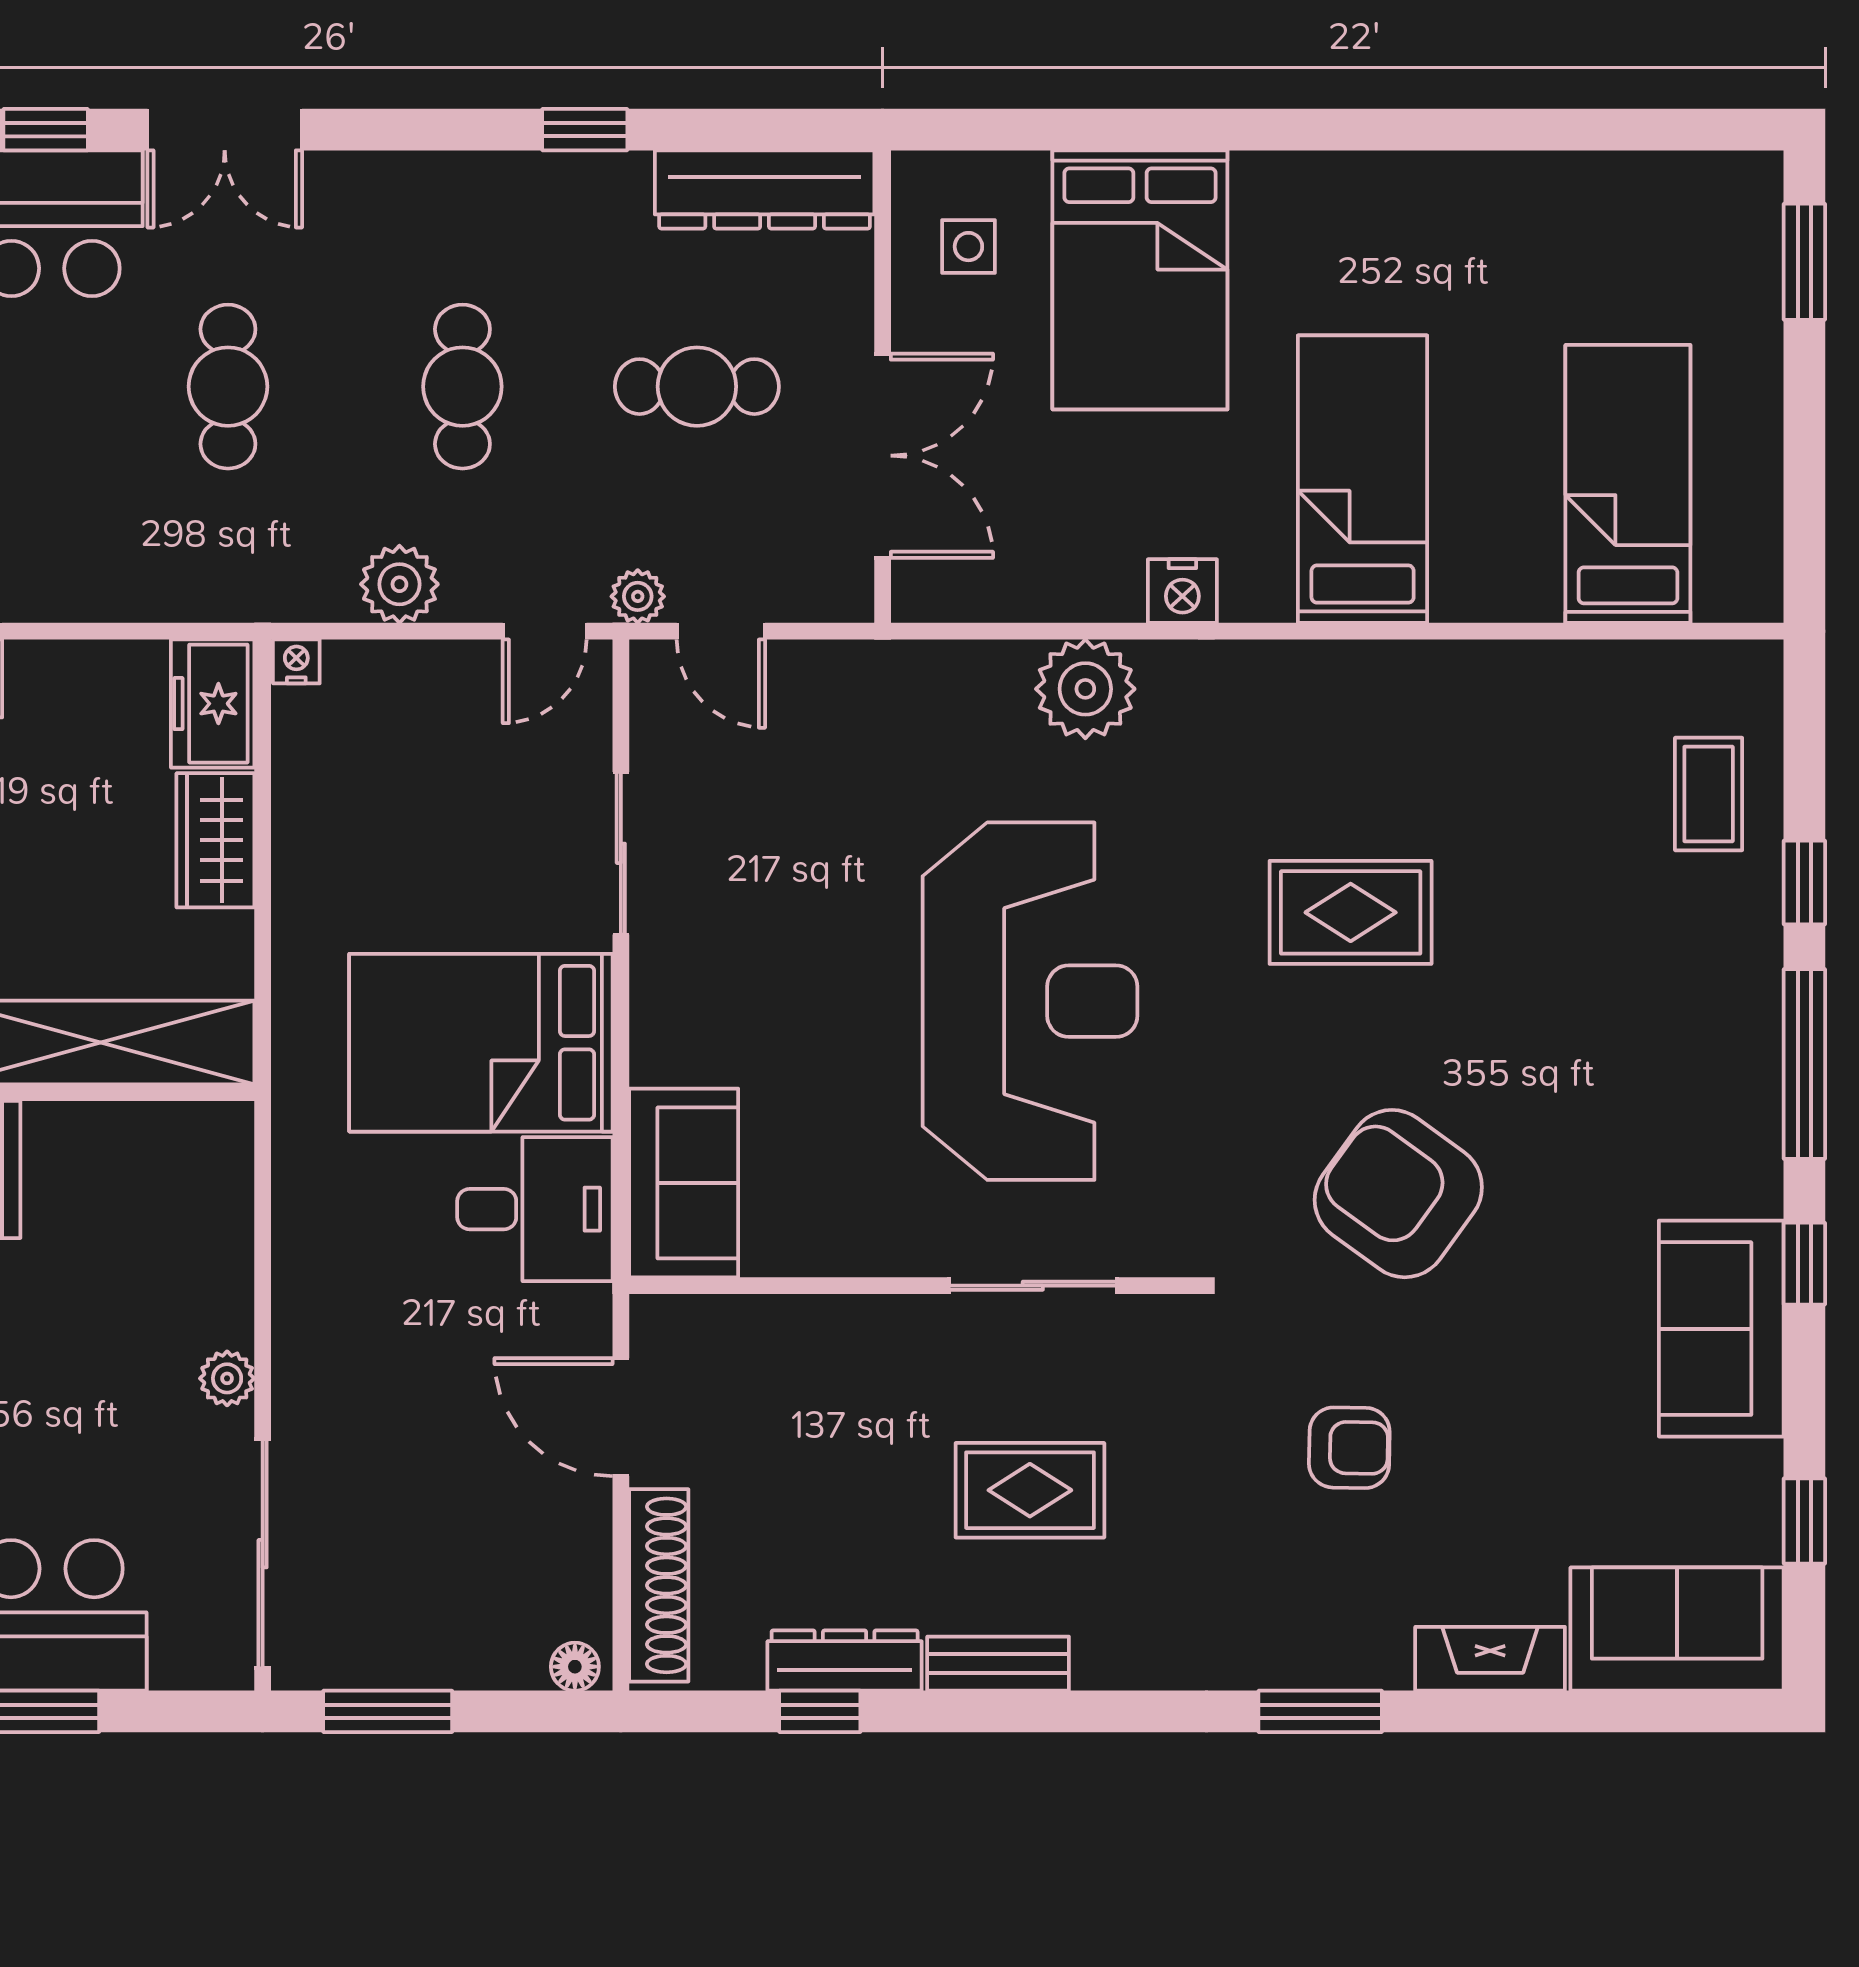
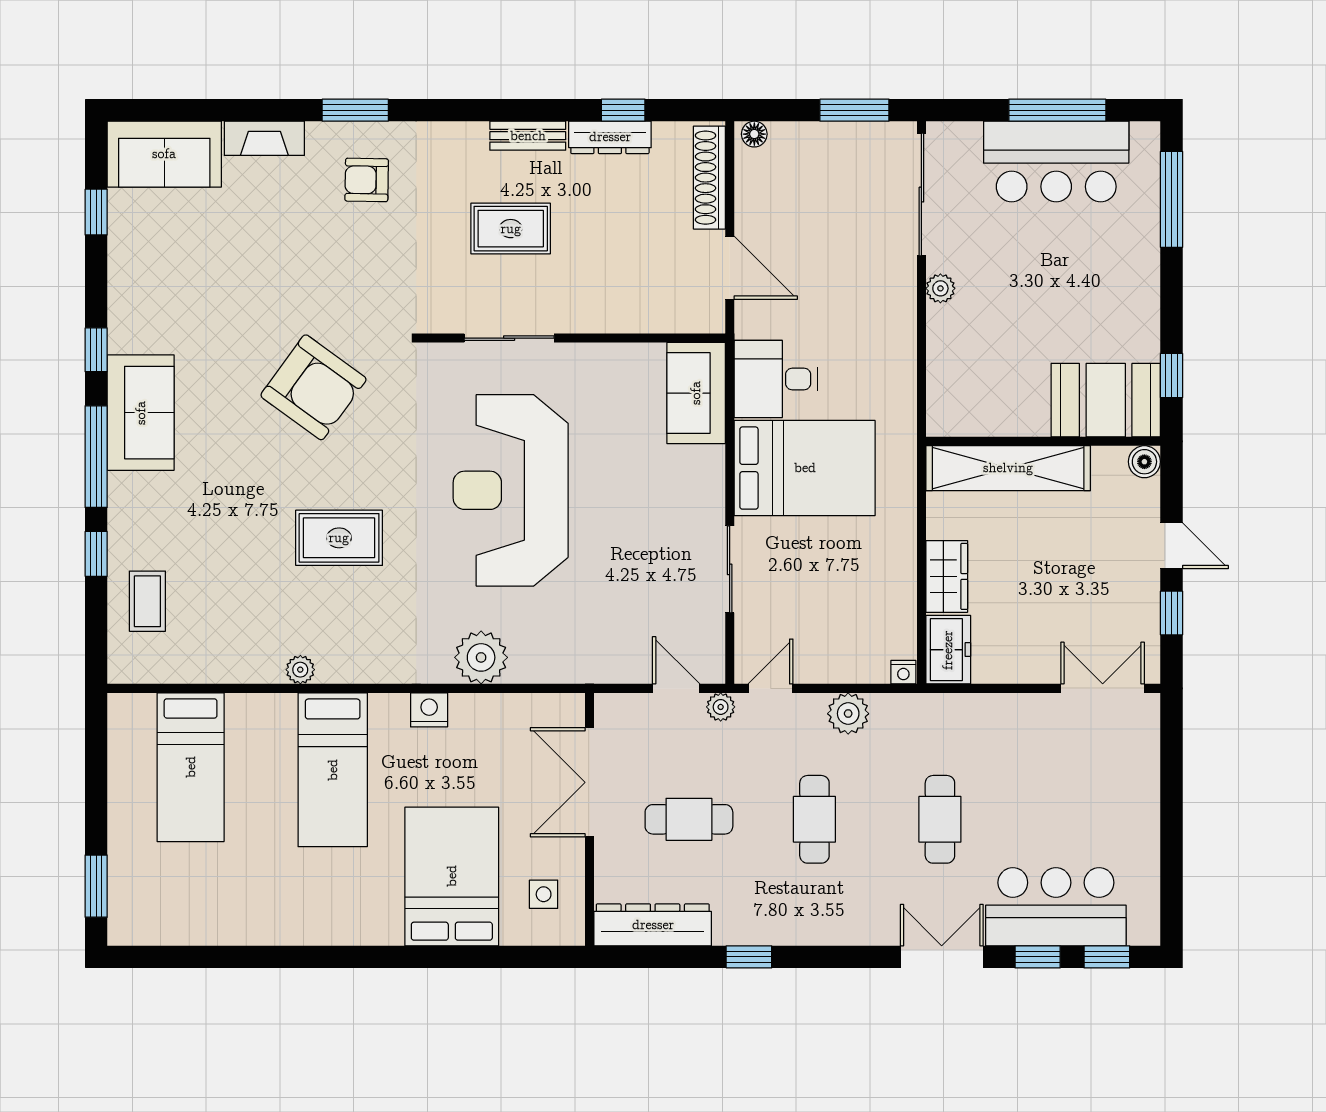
plant: (1423, 666) -> (300, 670), added
sofa: (1721, 1329) -> (141, 413), moved
armchair: (1349, 1448) -> (367, 180), moved

